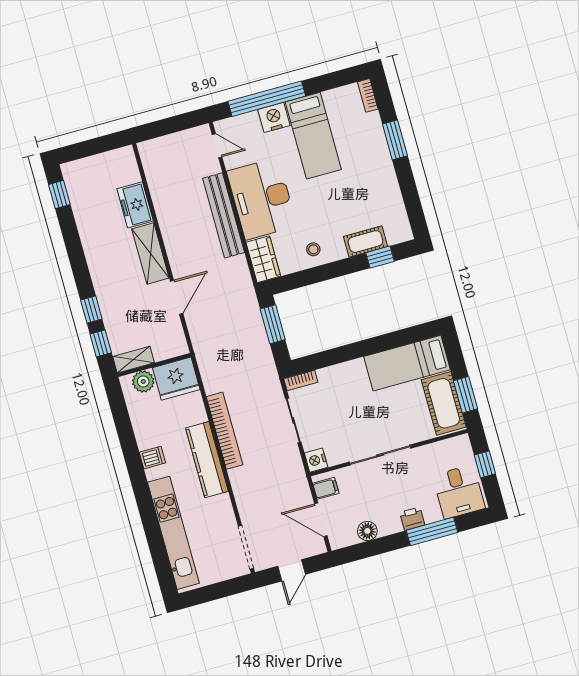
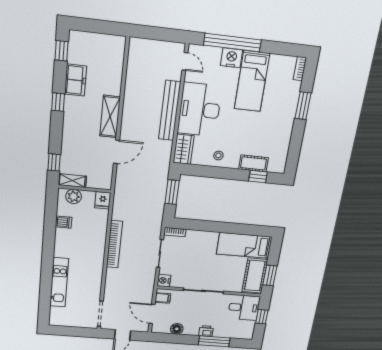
freezer: (135, 205) -> (76, 80), moved, turned 180
window: (91, 309) -> (58, 102), moved
fridge: (176, 379) -> (103, 200), width x0.53, depth x0.75
dishwasher: (152, 458) -> (63, 222), moved
kitchen counter: (207, 460) -> (96, 257), removed
desk: (459, 492) -> (244, 308), moved, turned -90
kitchen unit: (173, 533) -> (59, 282), width x0.73

